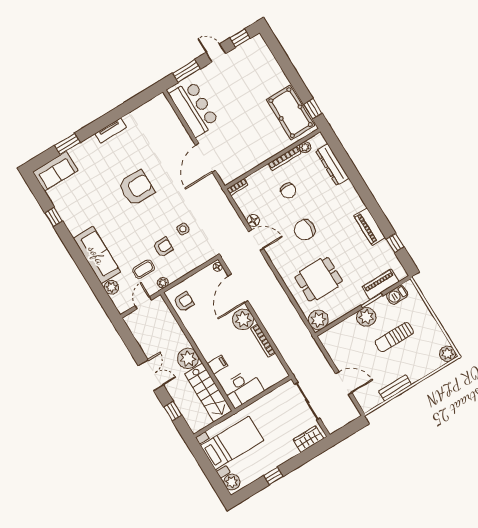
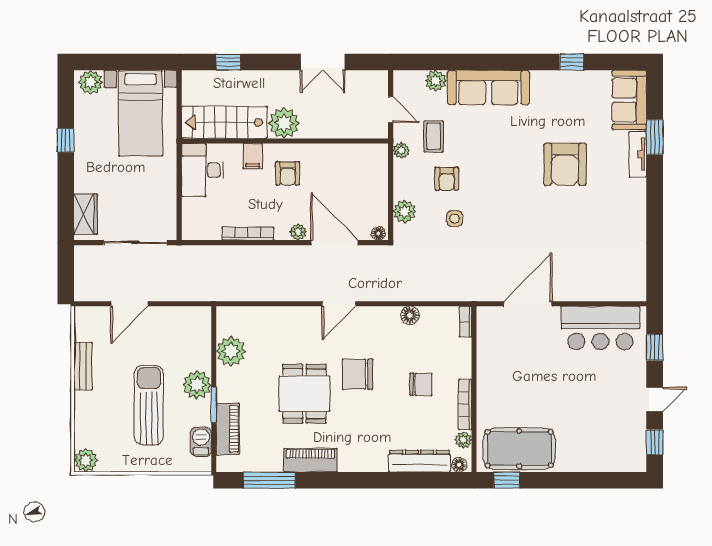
window: (186, 71) -> (655, 347), width x0.67
tv unit: (111, 131) -> (638, 154), moved
floor lamp: (321, 141) -> (459, 465), added
door: (206, 158) -> (528, 304), hinge flipped
armchair: (136, 188) -> (565, 164), moved
chair: (288, 191) -> (421, 384), turned 180
chair: (305, 230) -> (358, 374), turned -90
door: (256, 240) -> (339, 304), moved
window: (395, 243) -> (269, 480), width x2.17
plant: (196, 260) -> (405, 211), added
dining table: (319, 279) -> (304, 394), moved
armchair: (184, 302) -> (288, 173), moved
plant: (243, 319) -> (298, 232), width x0.53, depth x0.53
plant: (318, 320) -> (231, 351), moved
sun lounger: (394, 337) -> (149, 405), width x1.36, depth x1.34
double door: (151, 375) -> (323, 62), moved

